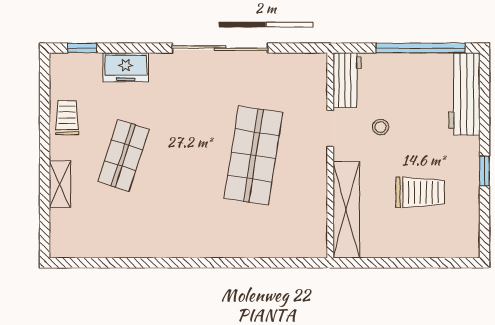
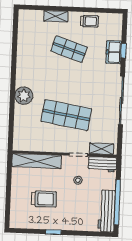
window: (82, 48) -> (124, 51), moved
shelving: (317, 84) -> (101, 149), added
workbench: (464, 94) -> (107, 211), moved, turned -90
trolley: (420, 192) -> (44, 199), turned -90
plant: (219, 241) -> (24, 96), added

